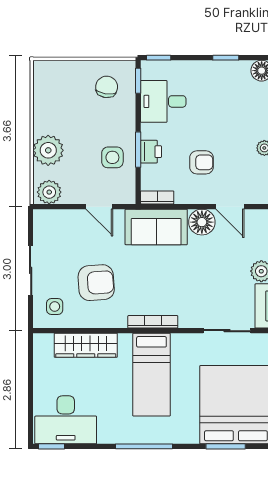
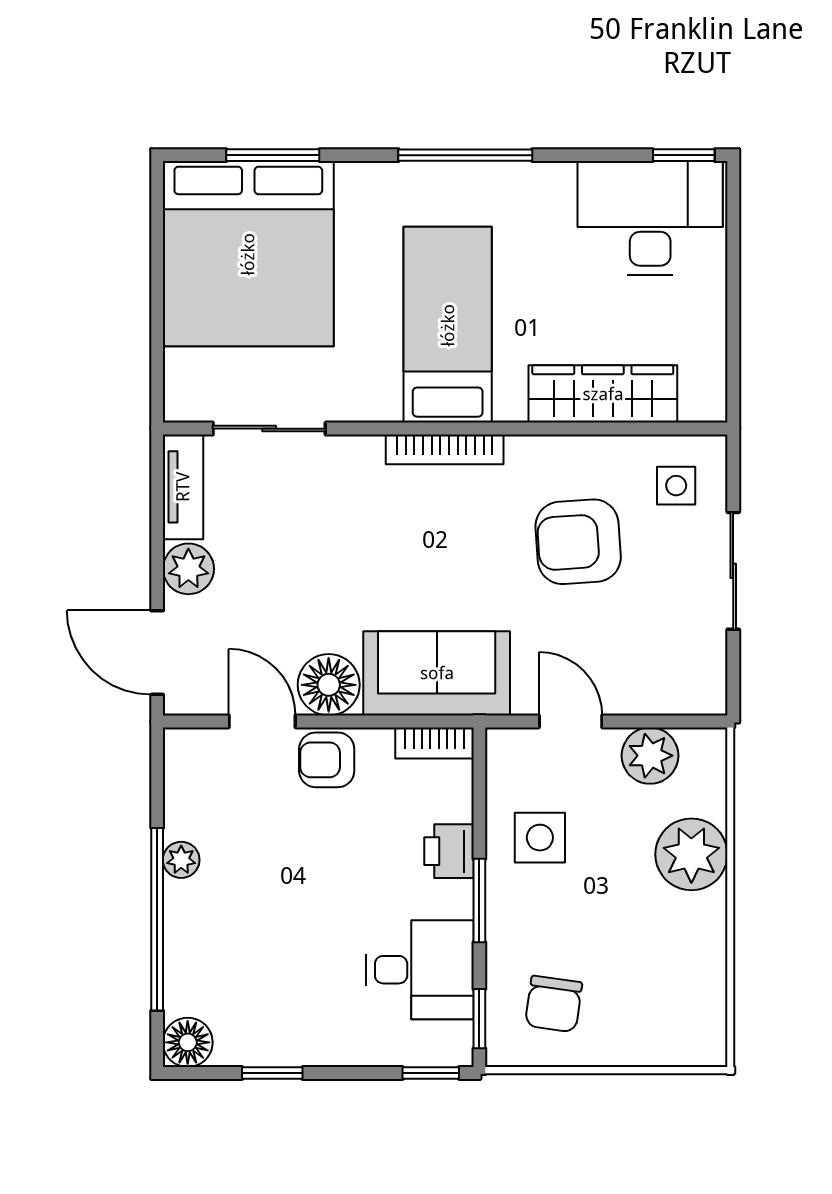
window: (138, 150) -> (479, 900), moved
armchair: (201, 162) -> (327, 760), moved
plant: (49, 192) -> (650, 756), moved

